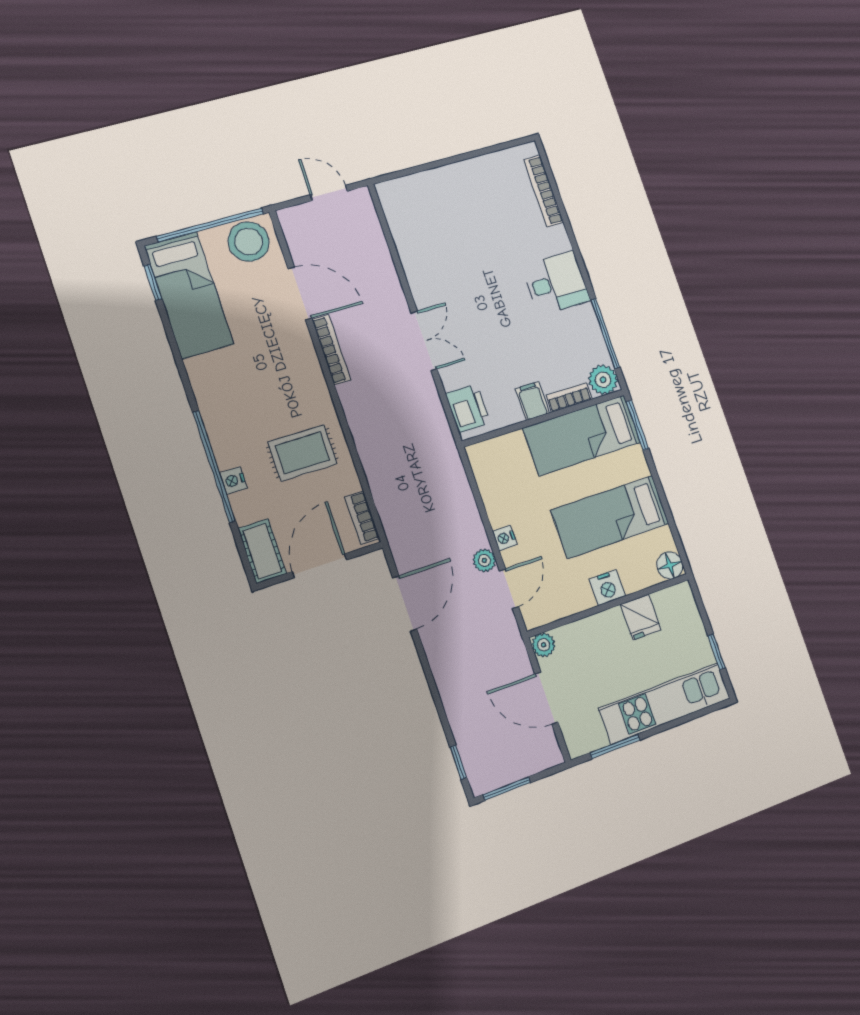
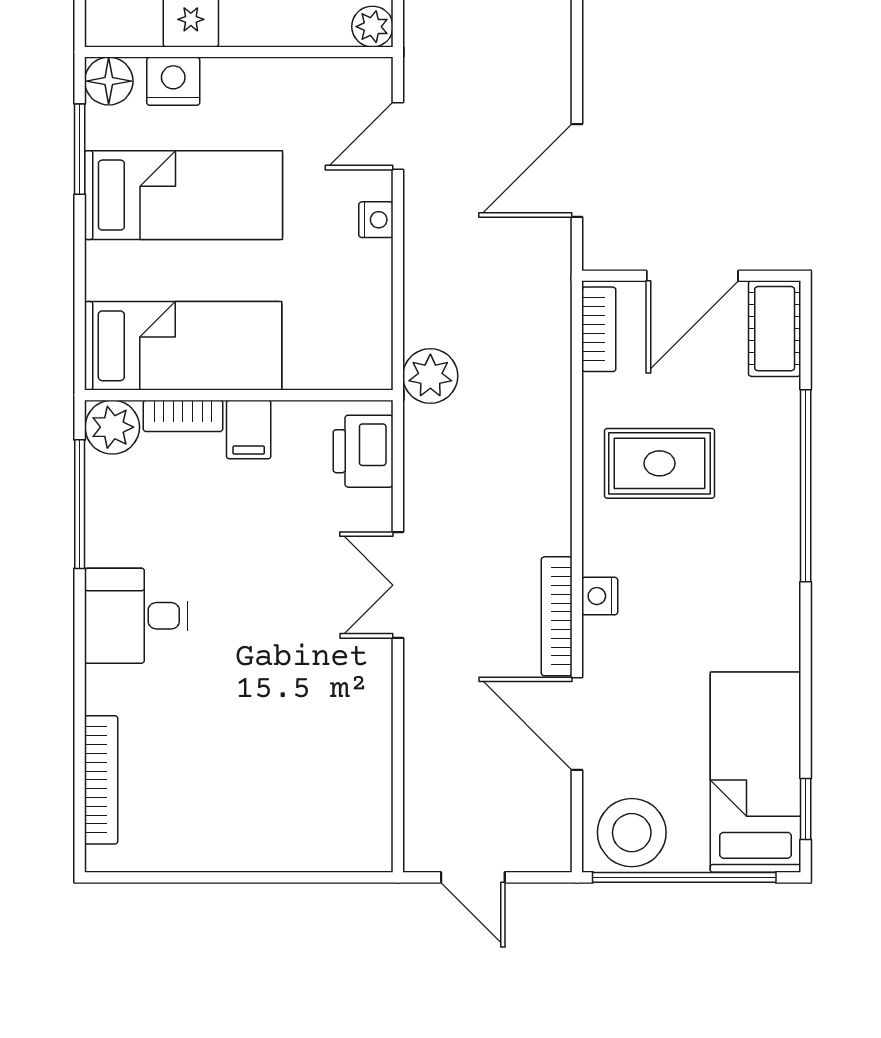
window: (637, 425) -> (80, 149), moved
nightstand: (233, 480) -> (600, 596), moved, turned 180
plant: (484, 560) -> (430, 376), moved, width x1.38, depth x1.38
nightstand: (607, 588) -> (173, 81), moved

